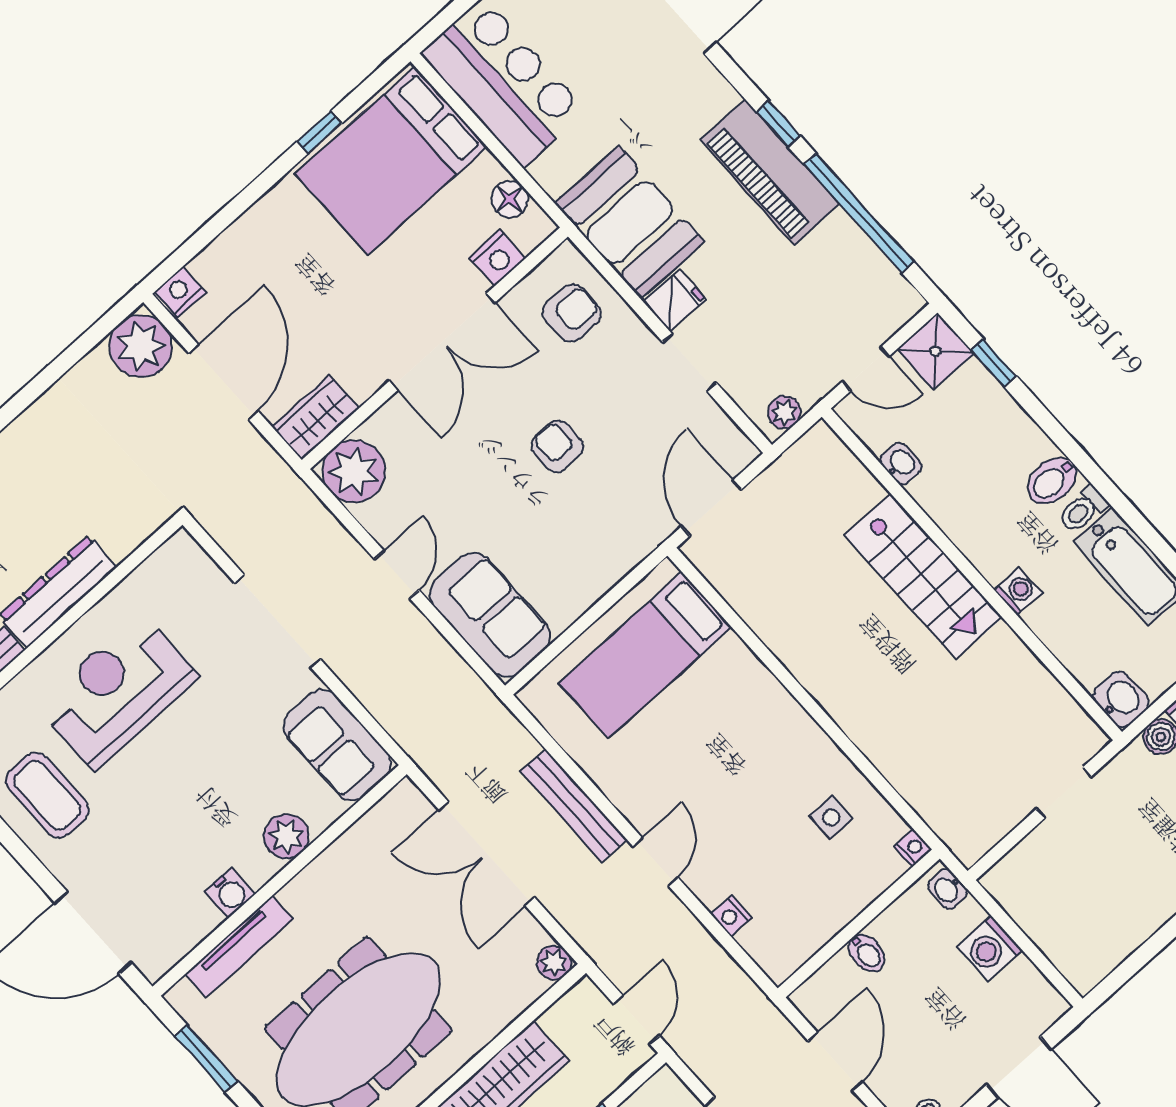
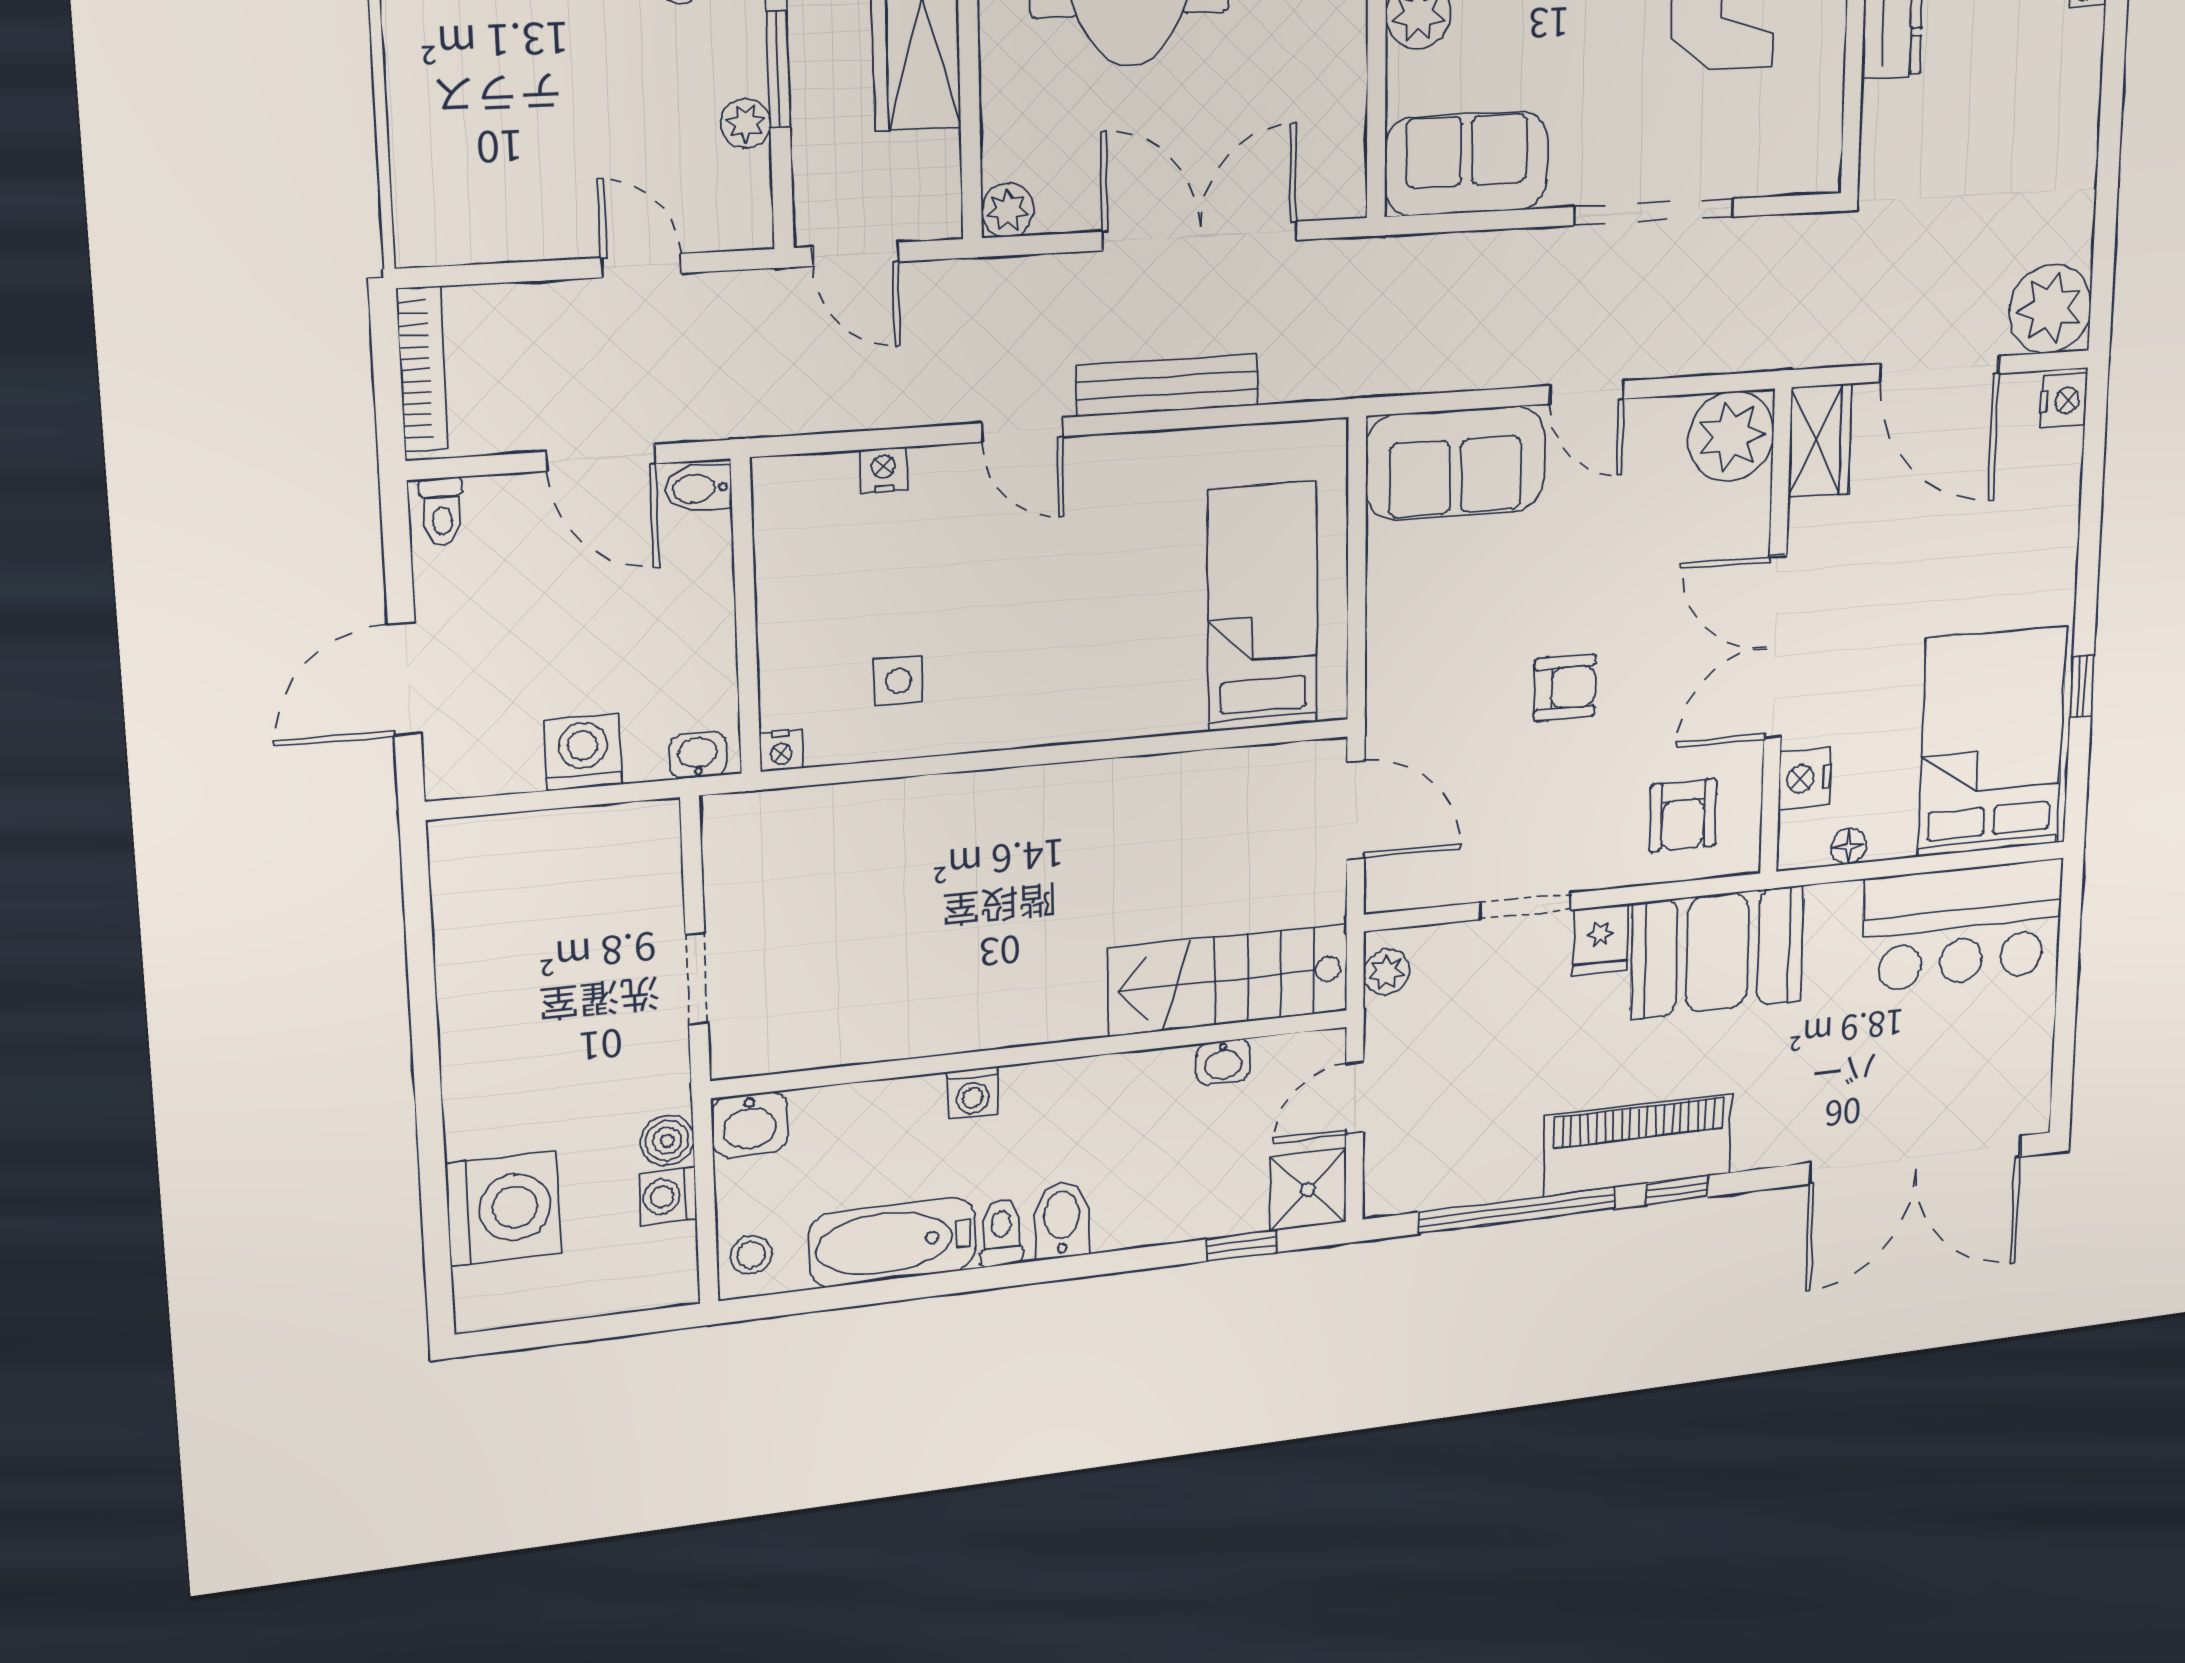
floor lamp: (510, 199) -> (1849, 846), width x0.73, depth x0.73
stairs: (923, 577) -> (1229, 980), moved
bidet: (867, 953) -> (698, 488), moved

